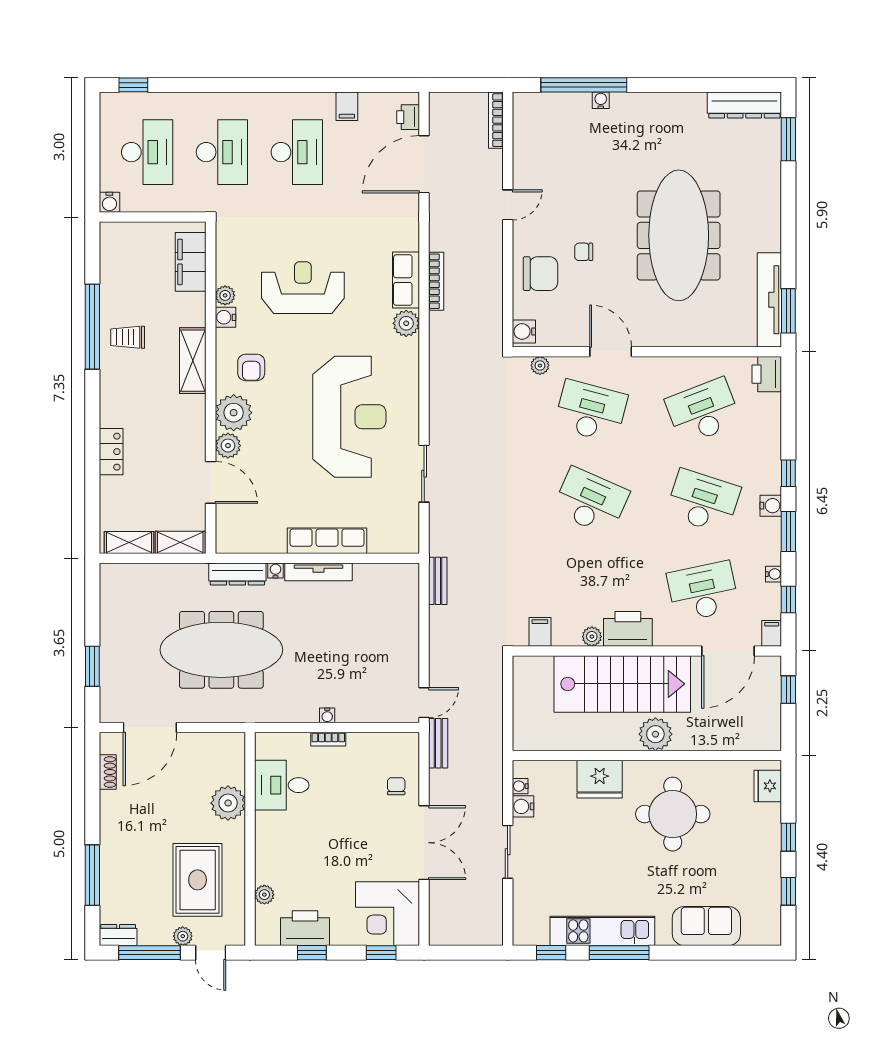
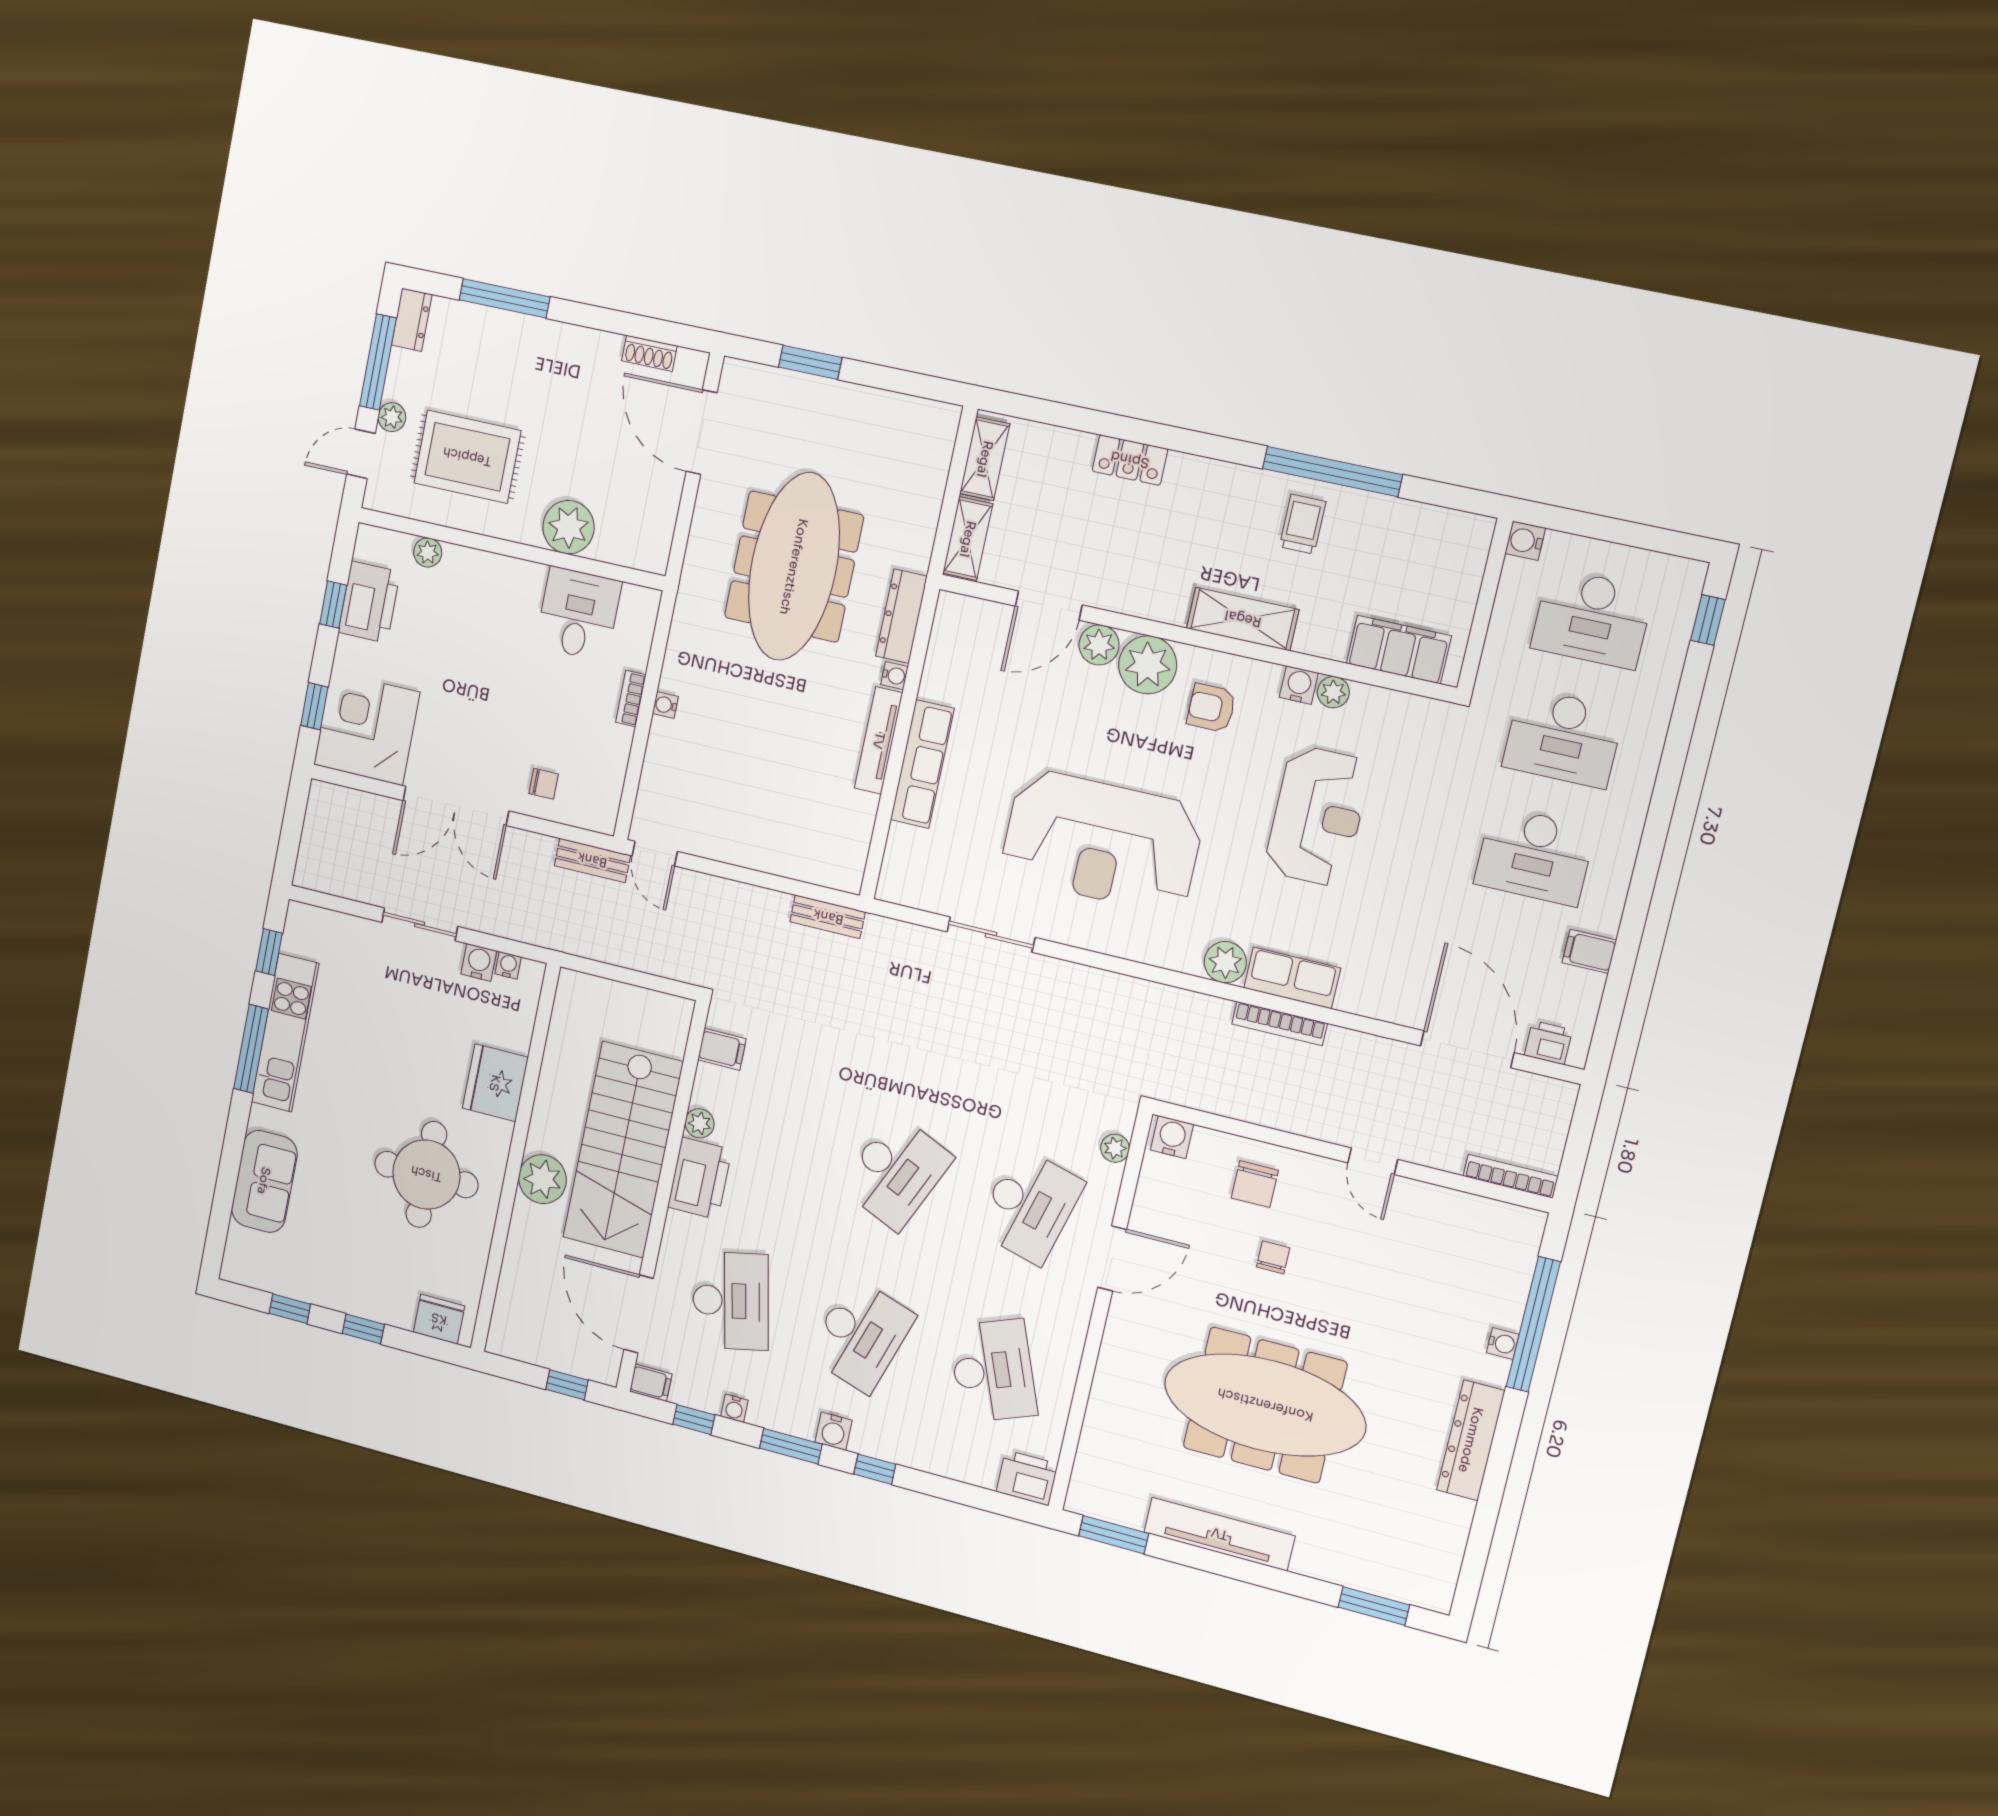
dresser: (744, 105) -> (1471, 1440), moved
chair: (540, 274) -> (1255, 1184), width x0.73, depth x0.73
tv unit: (769, 300) -> (1219, 1534), moved

